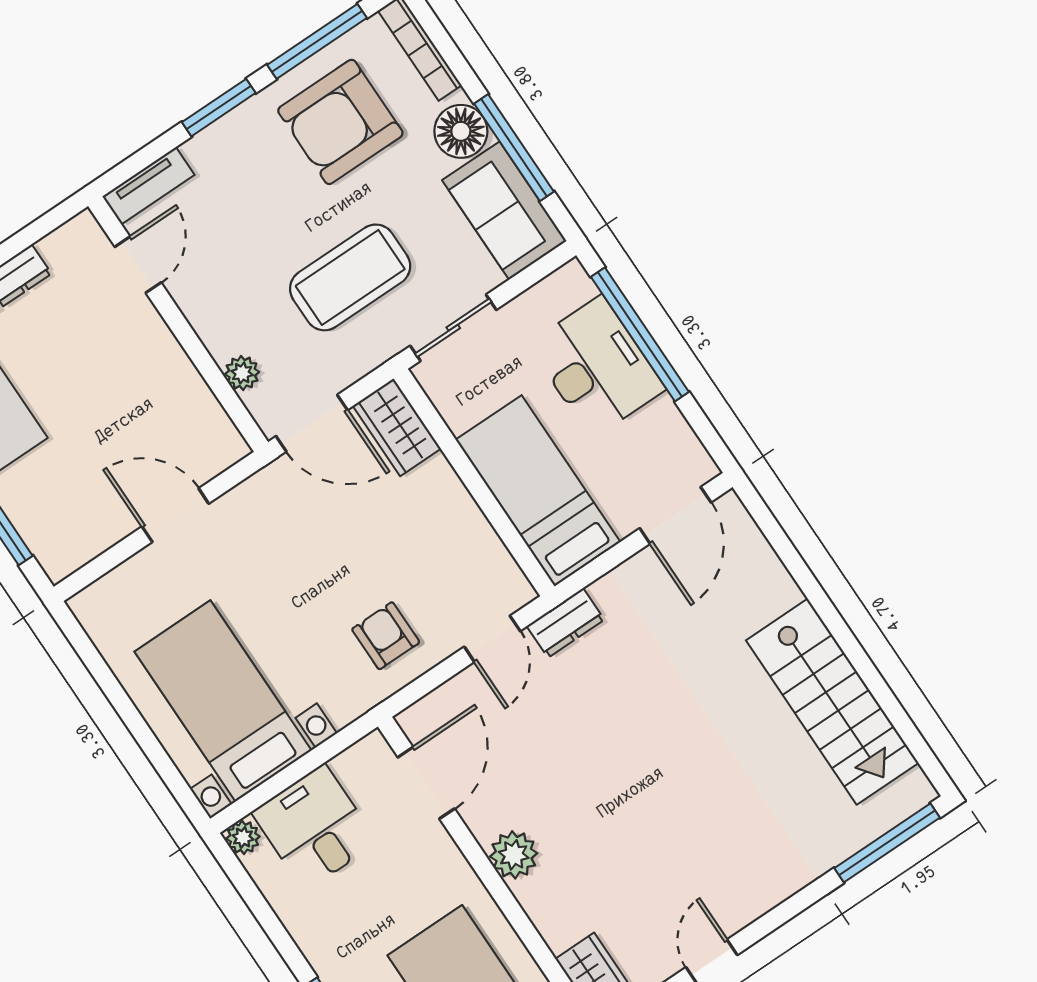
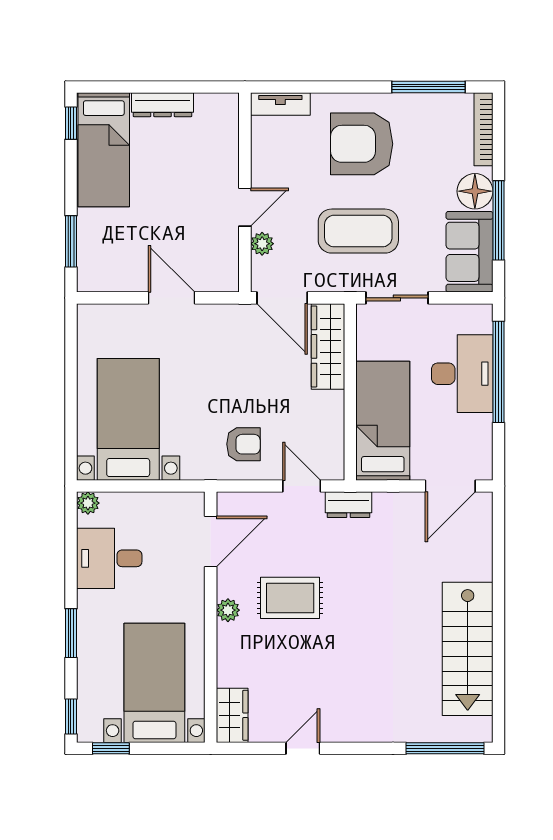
window: (219, 108) -> (349, 87), removed
armchair: (340, 122) -> (362, 144), moved
door: (138, 265) -> (245, 207), moved
wardrobe: (397, 427) -> (328, 346), width x1.50
armchair: (386, 636) -> (243, 444), turned 90
door: (492, 639) -> (302, 486), swing flipped
rug: (571, 786) -> (290, 598), added
desk: (315, 827) -> (109, 558), moved, turned -90
plant: (514, 855) -> (228, 610), width x0.73, depth x0.73

